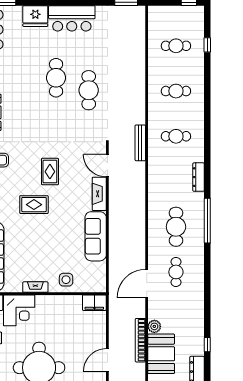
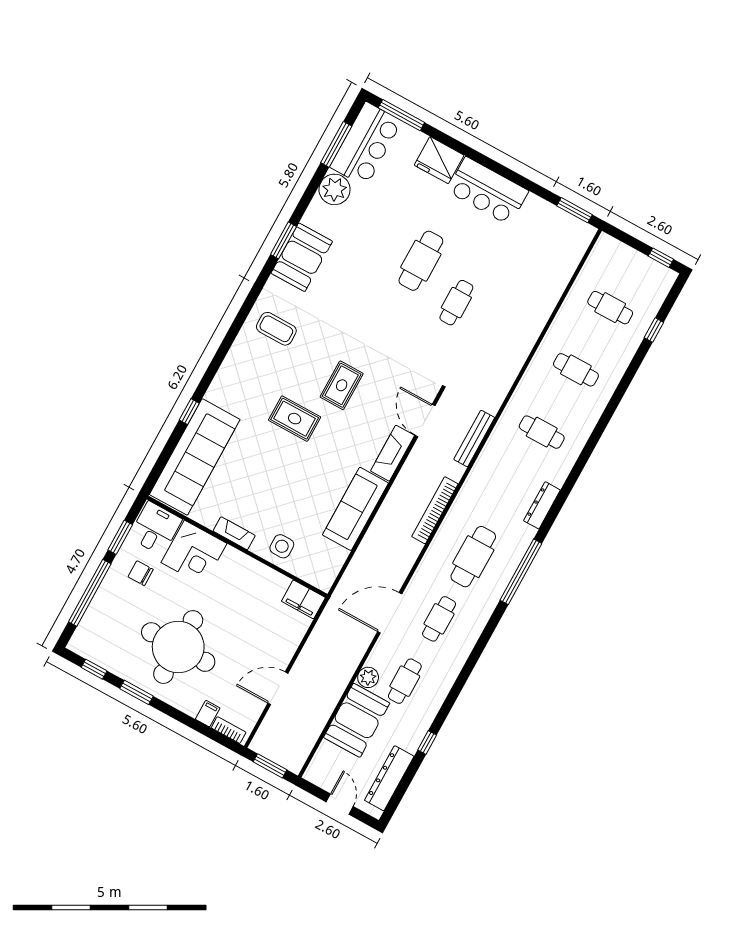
cafe table: (89, 90) -> (456, 303), width x0.73, depth x0.74
bench: (140, 143) -> (474, 439), moved
cafe table: (176, 317) -> (405, 681), added
bookcase: (140, 340) -> (435, 510), moved

